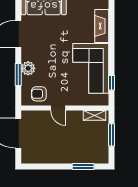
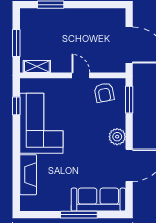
plant: (28, 68) -> (117, 137), moved
window: (18, 74) -> (129, 100), moved
armchair: (39, 94) -> (104, 93), turned 80

